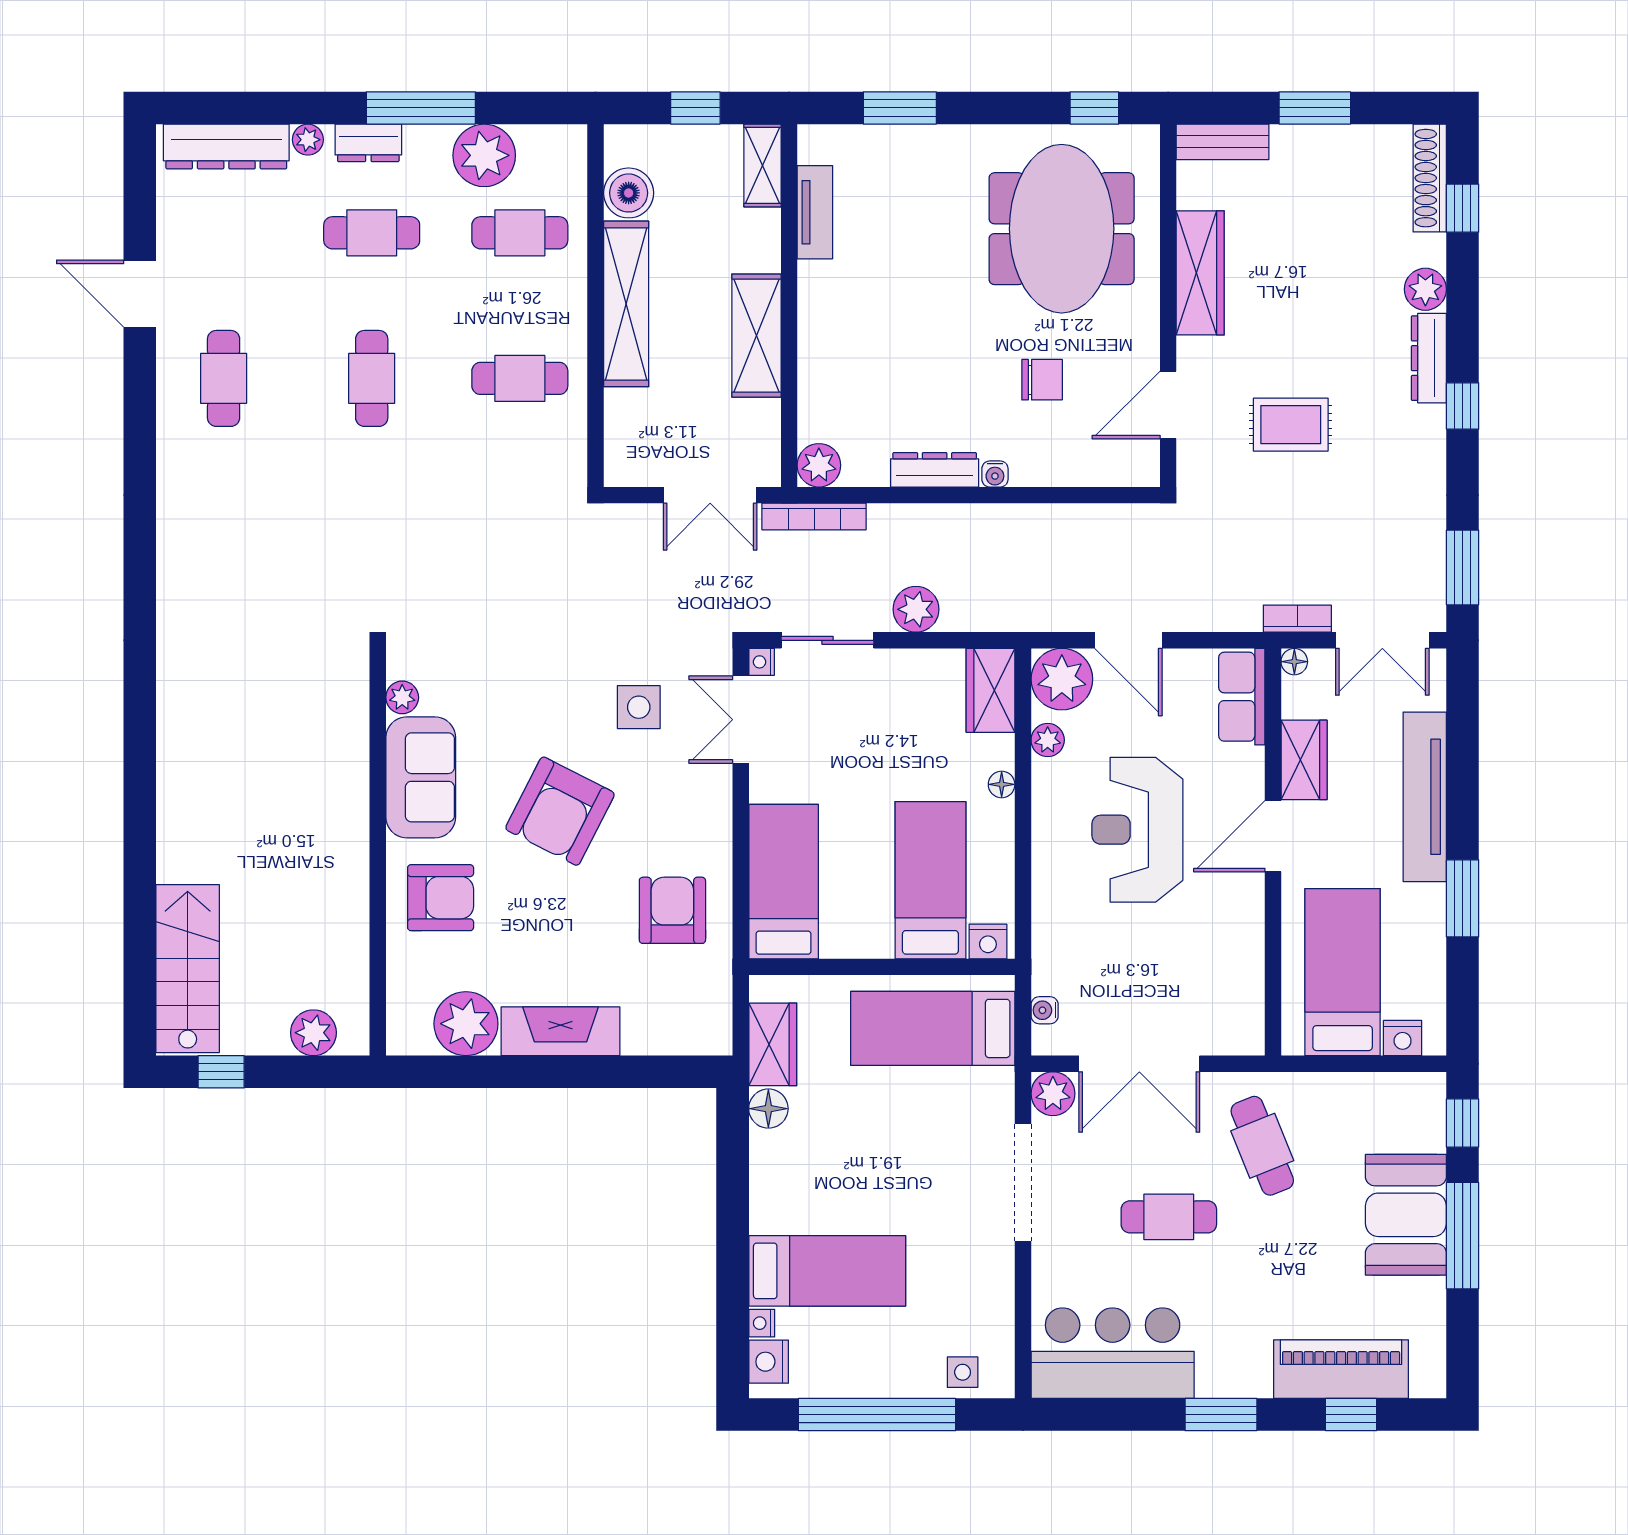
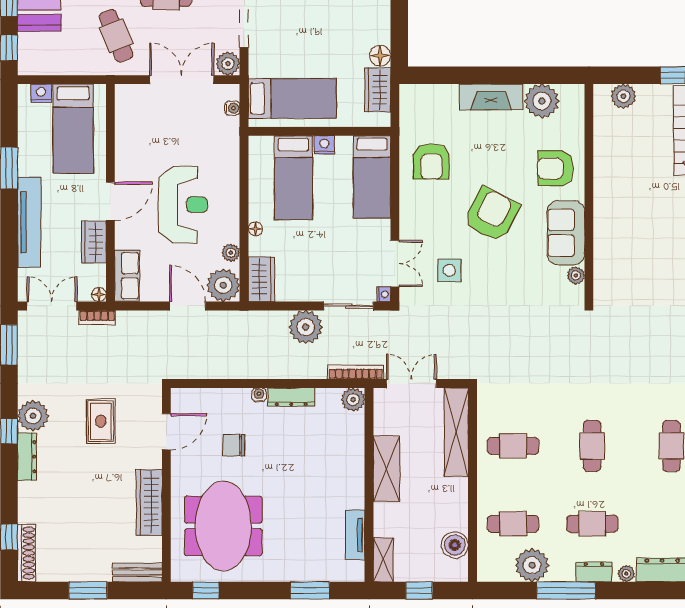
plant: (1425, 289) -> (33, 416), moved, width x1.36, depth x1.36
shelving: (626, 304) -> (456, 432), moved
rug: (1291, 425) -> (101, 421), turned 90
plant: (916, 609) -> (306, 327), width x1.36, depth x1.36
nightstand: (988, 942) -> (324, 145), moved

